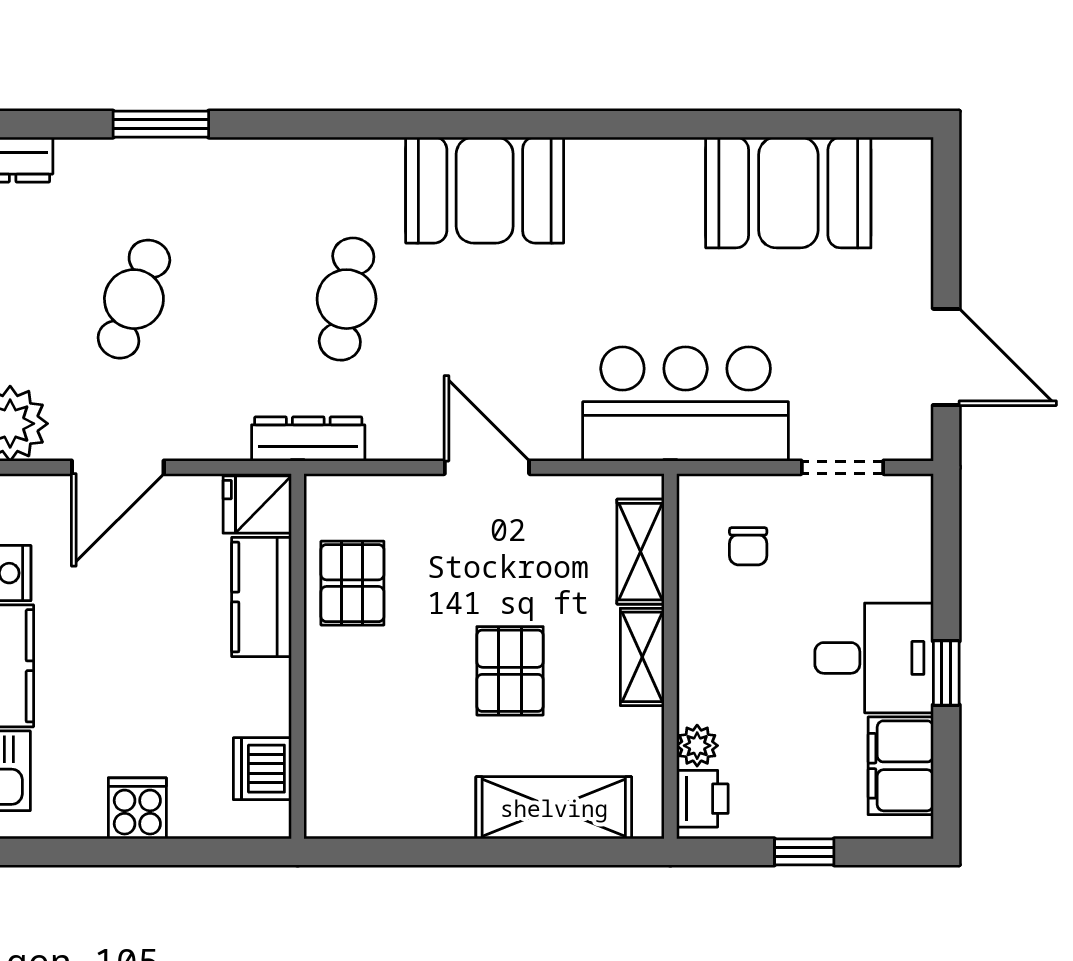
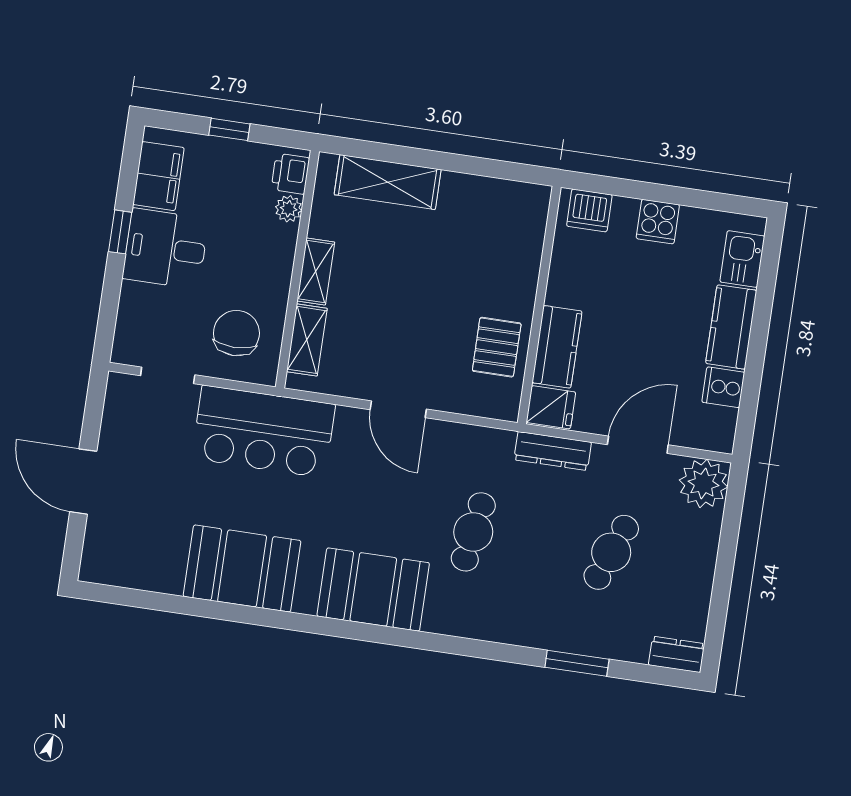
booth: (788, 192) -> (242, 568), moved
door: (946, 357) -> (83, 482), moved
dresser: (308, 439) -> (553, 451), moved
chair: (748, 546) -> (236, 333), width x1.87, depth x1.87
pallet: (510, 671) -> (403, 275), removed
dishwasher: (262, 769) -> (589, 210), moved, turned 90

